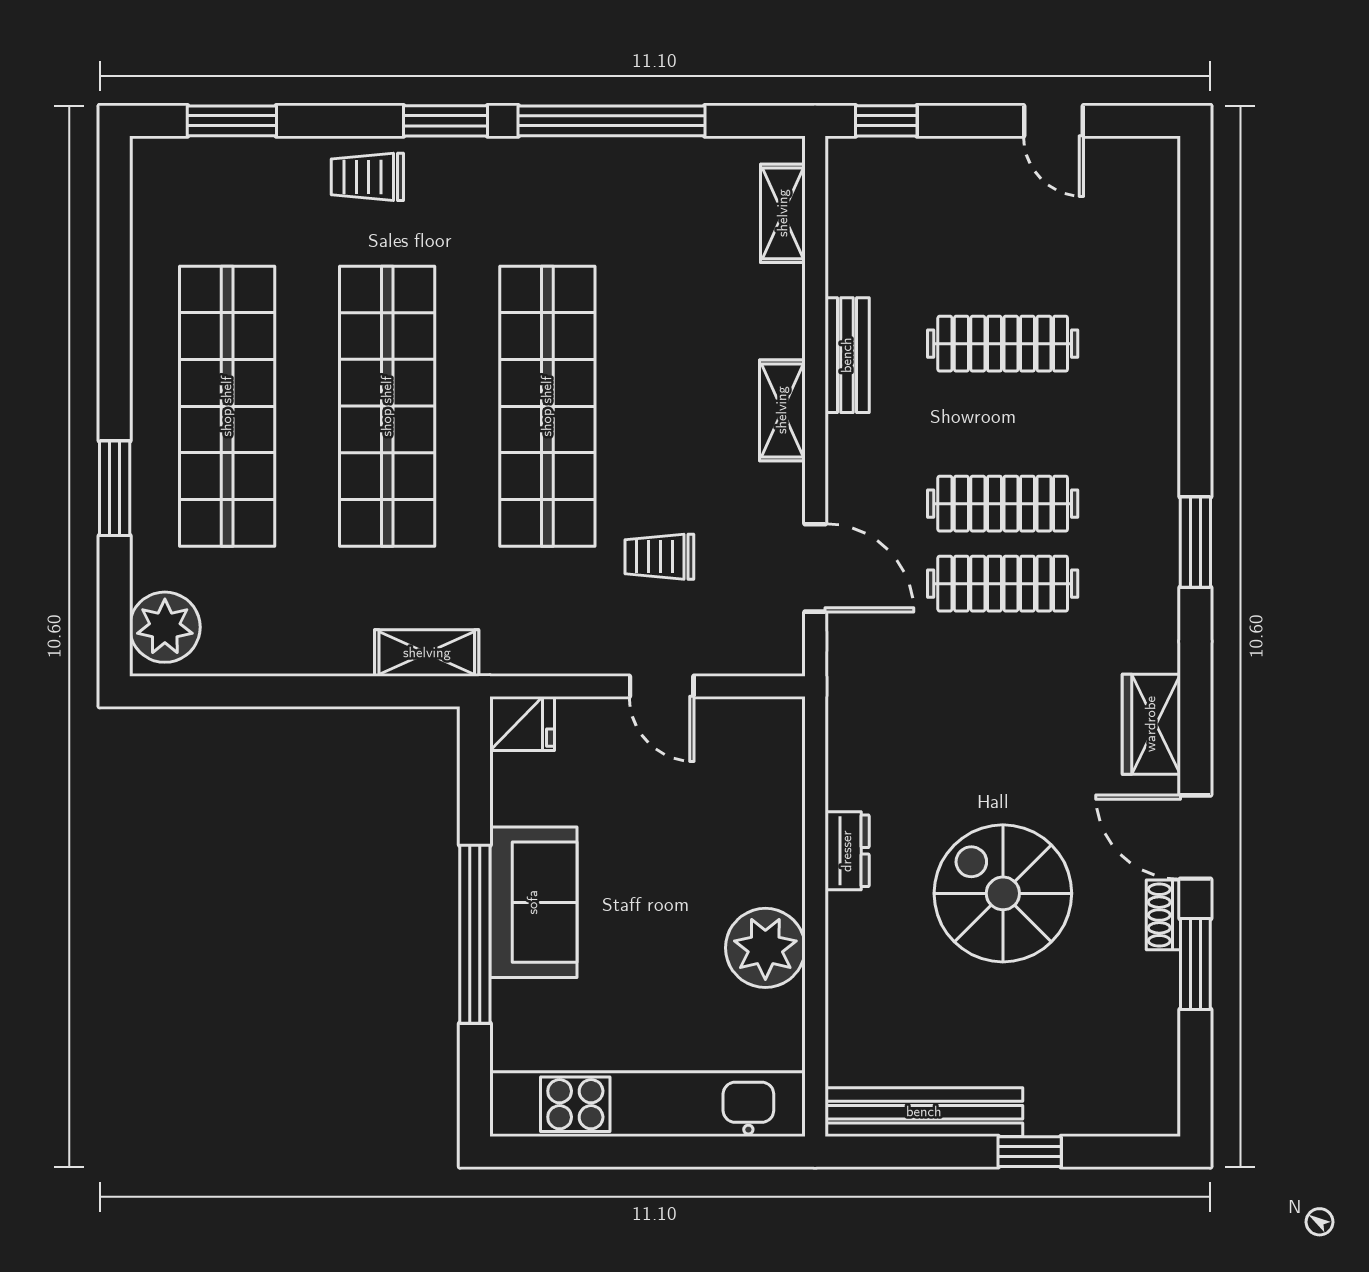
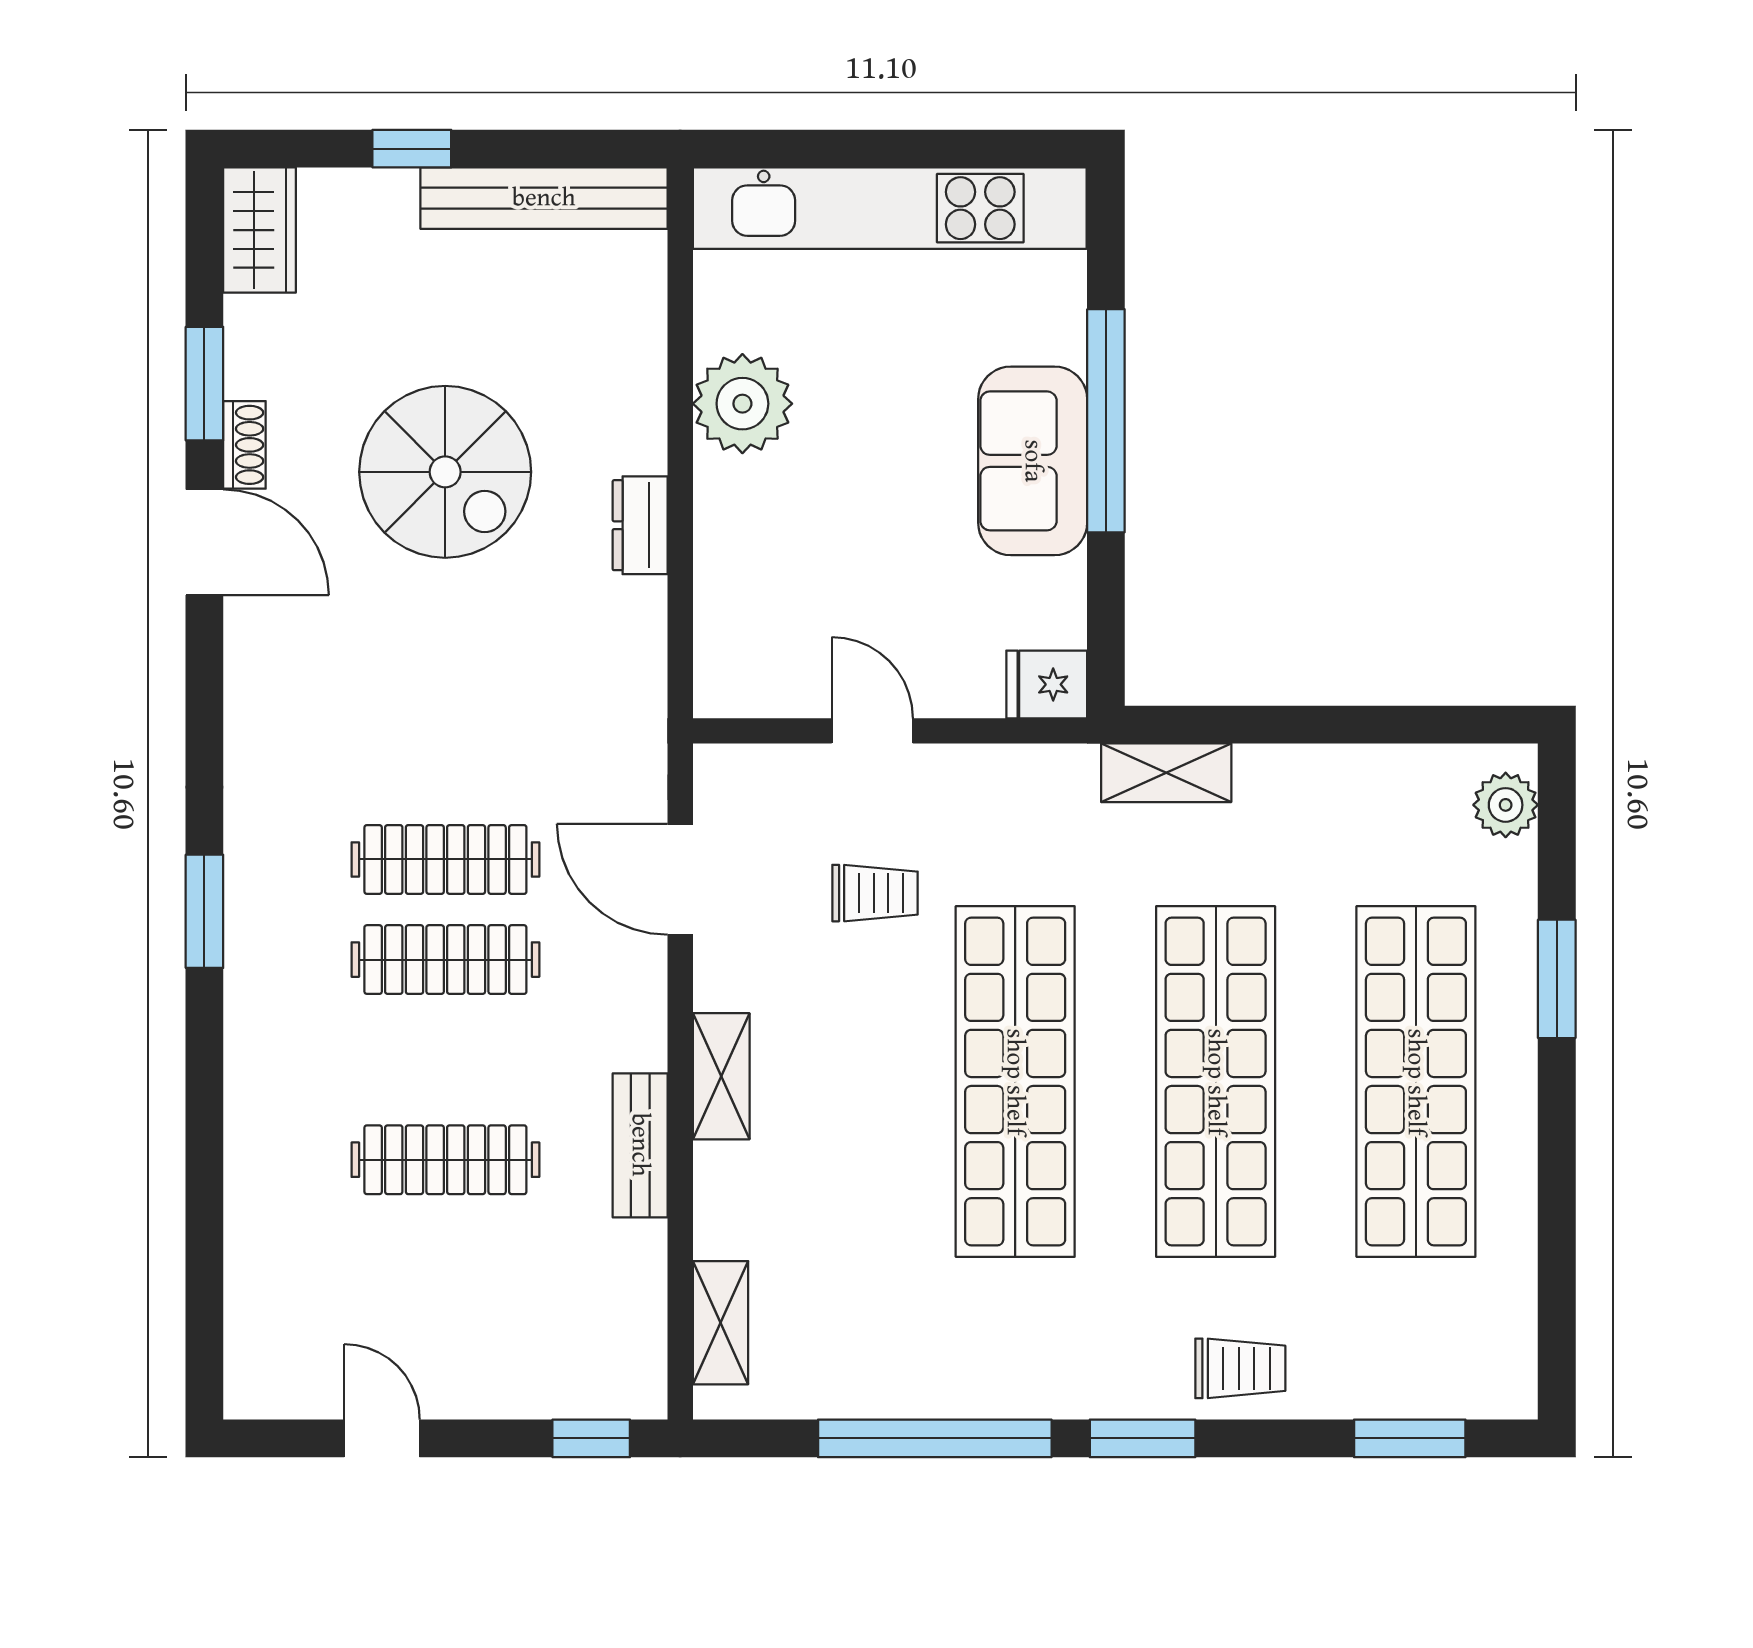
plant: (165, 627) -> (1506, 805), width x0.73, depth x0.73
wardrobe: (1151, 724) -> (260, 230), moved

